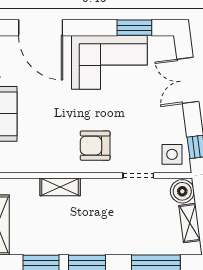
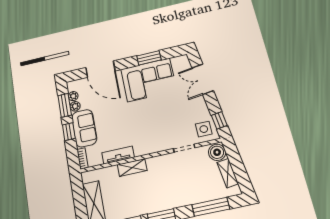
window: (134, 28) -> (149, 58), moved
armchair: (95, 146) -> (150, 135), removed
tv unit: (43, 165) -> (118, 155), added

